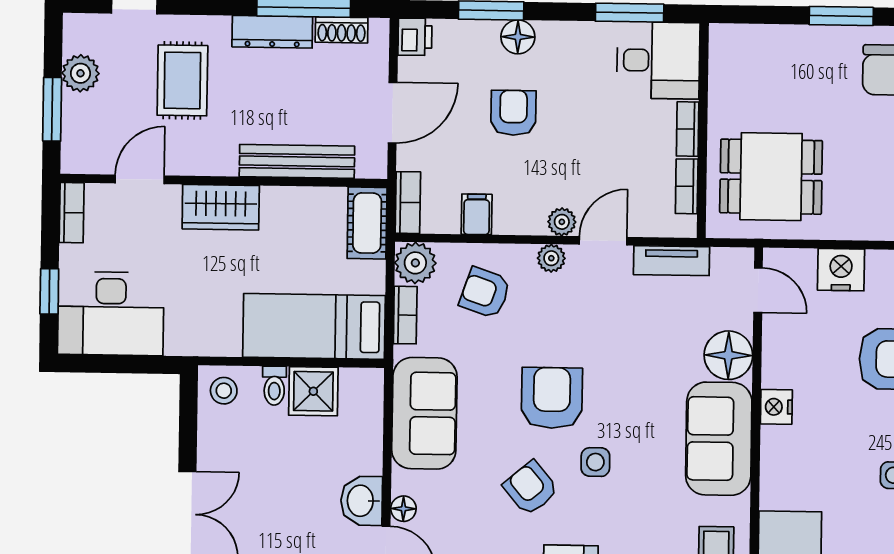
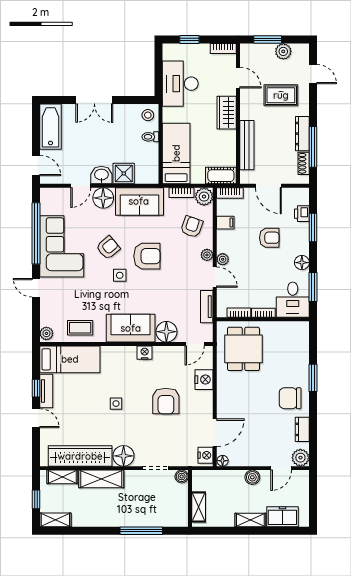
printer: (415, 37) -> (302, 214), moved, turned 90
floor lamp: (518, 37) -> (302, 263), moved
desk: (111, 314) -> (180, 84), moved
shower: (313, 391) -> (124, 173), moved
floor lamp: (403, 509) -> (103, 198), width x1.89, depth x1.89

